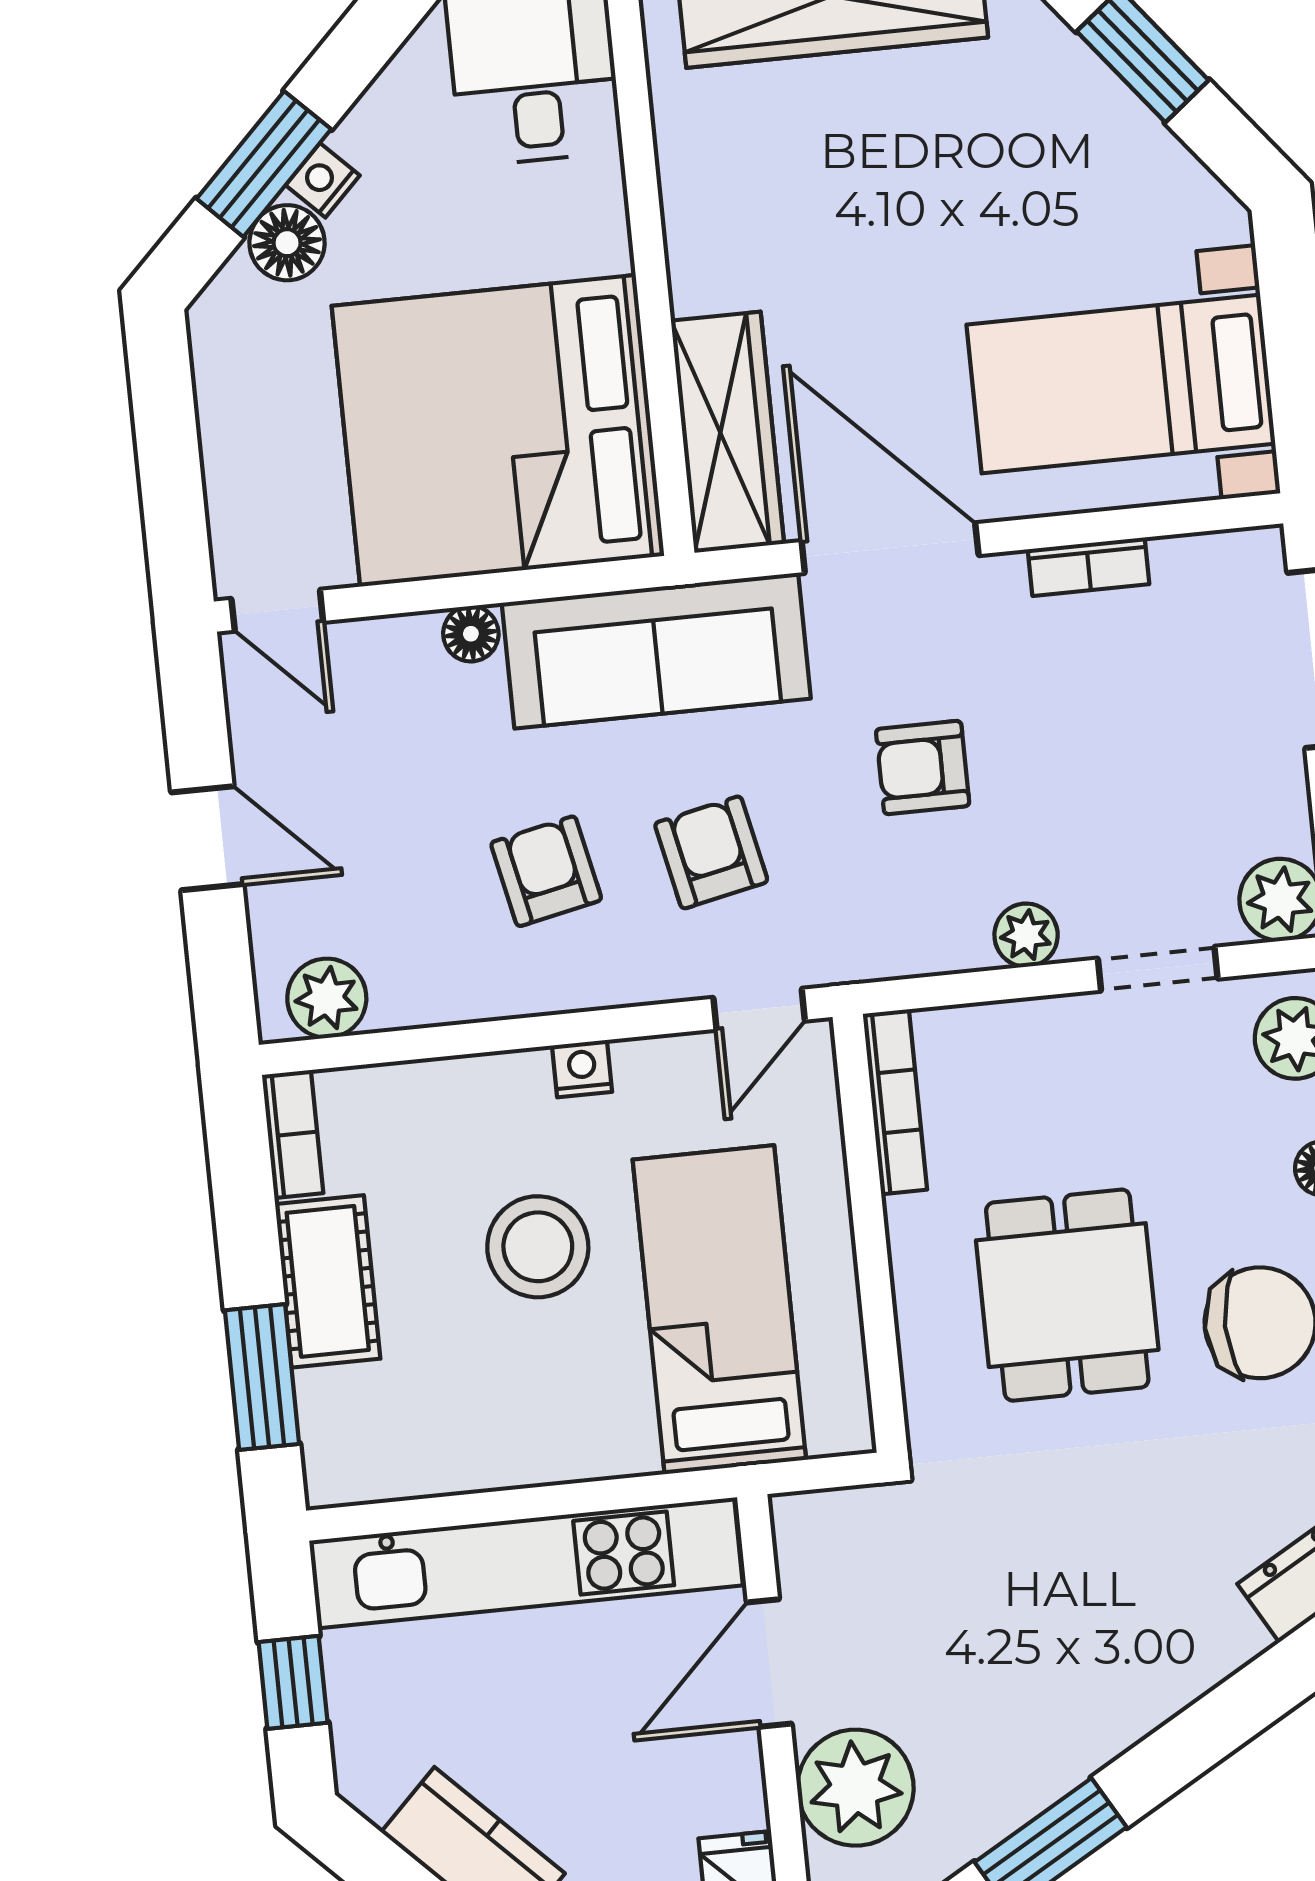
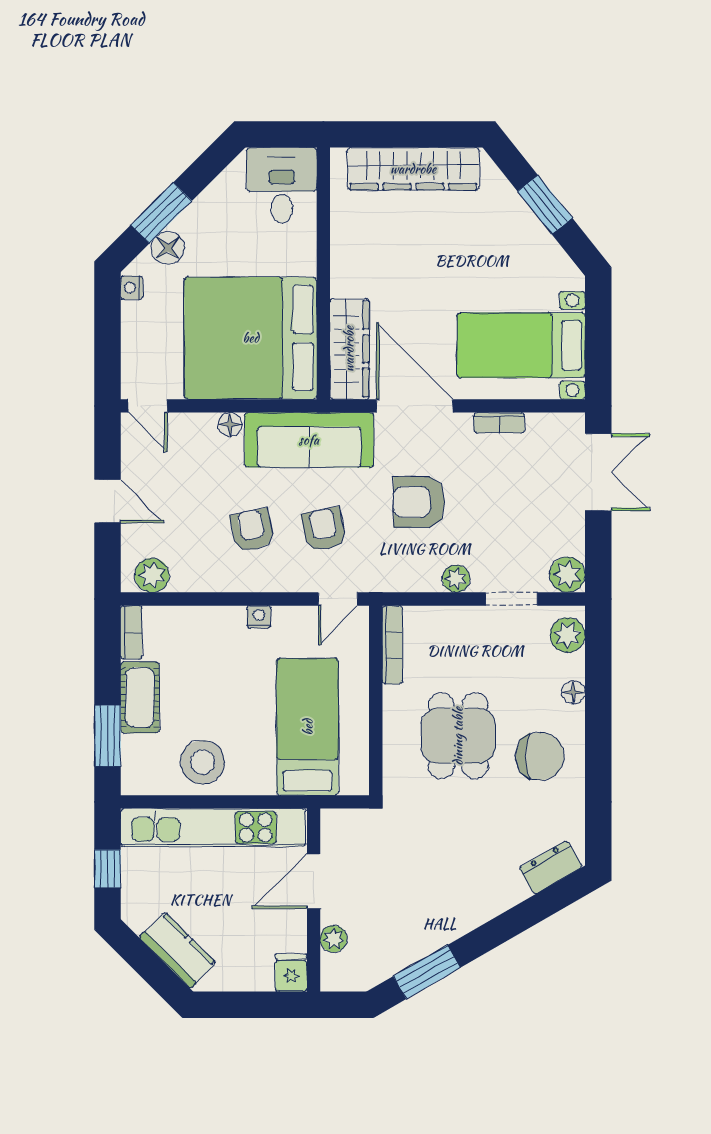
nightstand: (323, 180) -> (132, 288), moved, turned -45
armchair: (923, 768) -> (419, 502), width x1.38, depth x1.38
stool: (538, 1247) -> (202, 762), moved
plant: (856, 1788) -> (334, 939), width x0.53, depth x0.53

